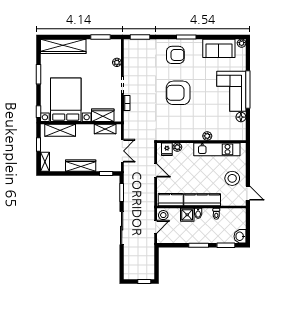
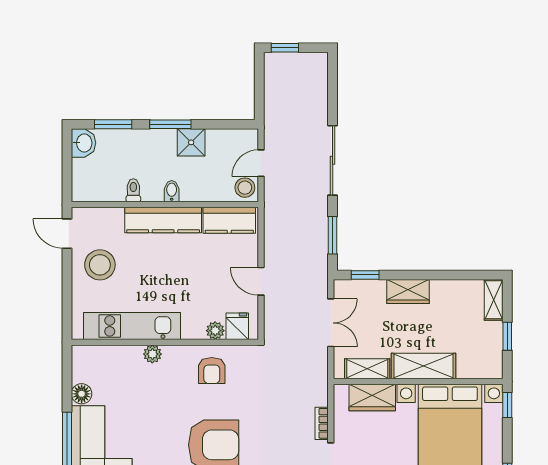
armchair: (179, 128) -> (212, 371), added
shelving: (60, 130) -> (424, 366), moved
double door: (122, 151) -> (331, 323), swing flipped
wardrobe: (81, 166) -> (408, 292), width x0.67
shower: (187, 215) -> (191, 142), moved

